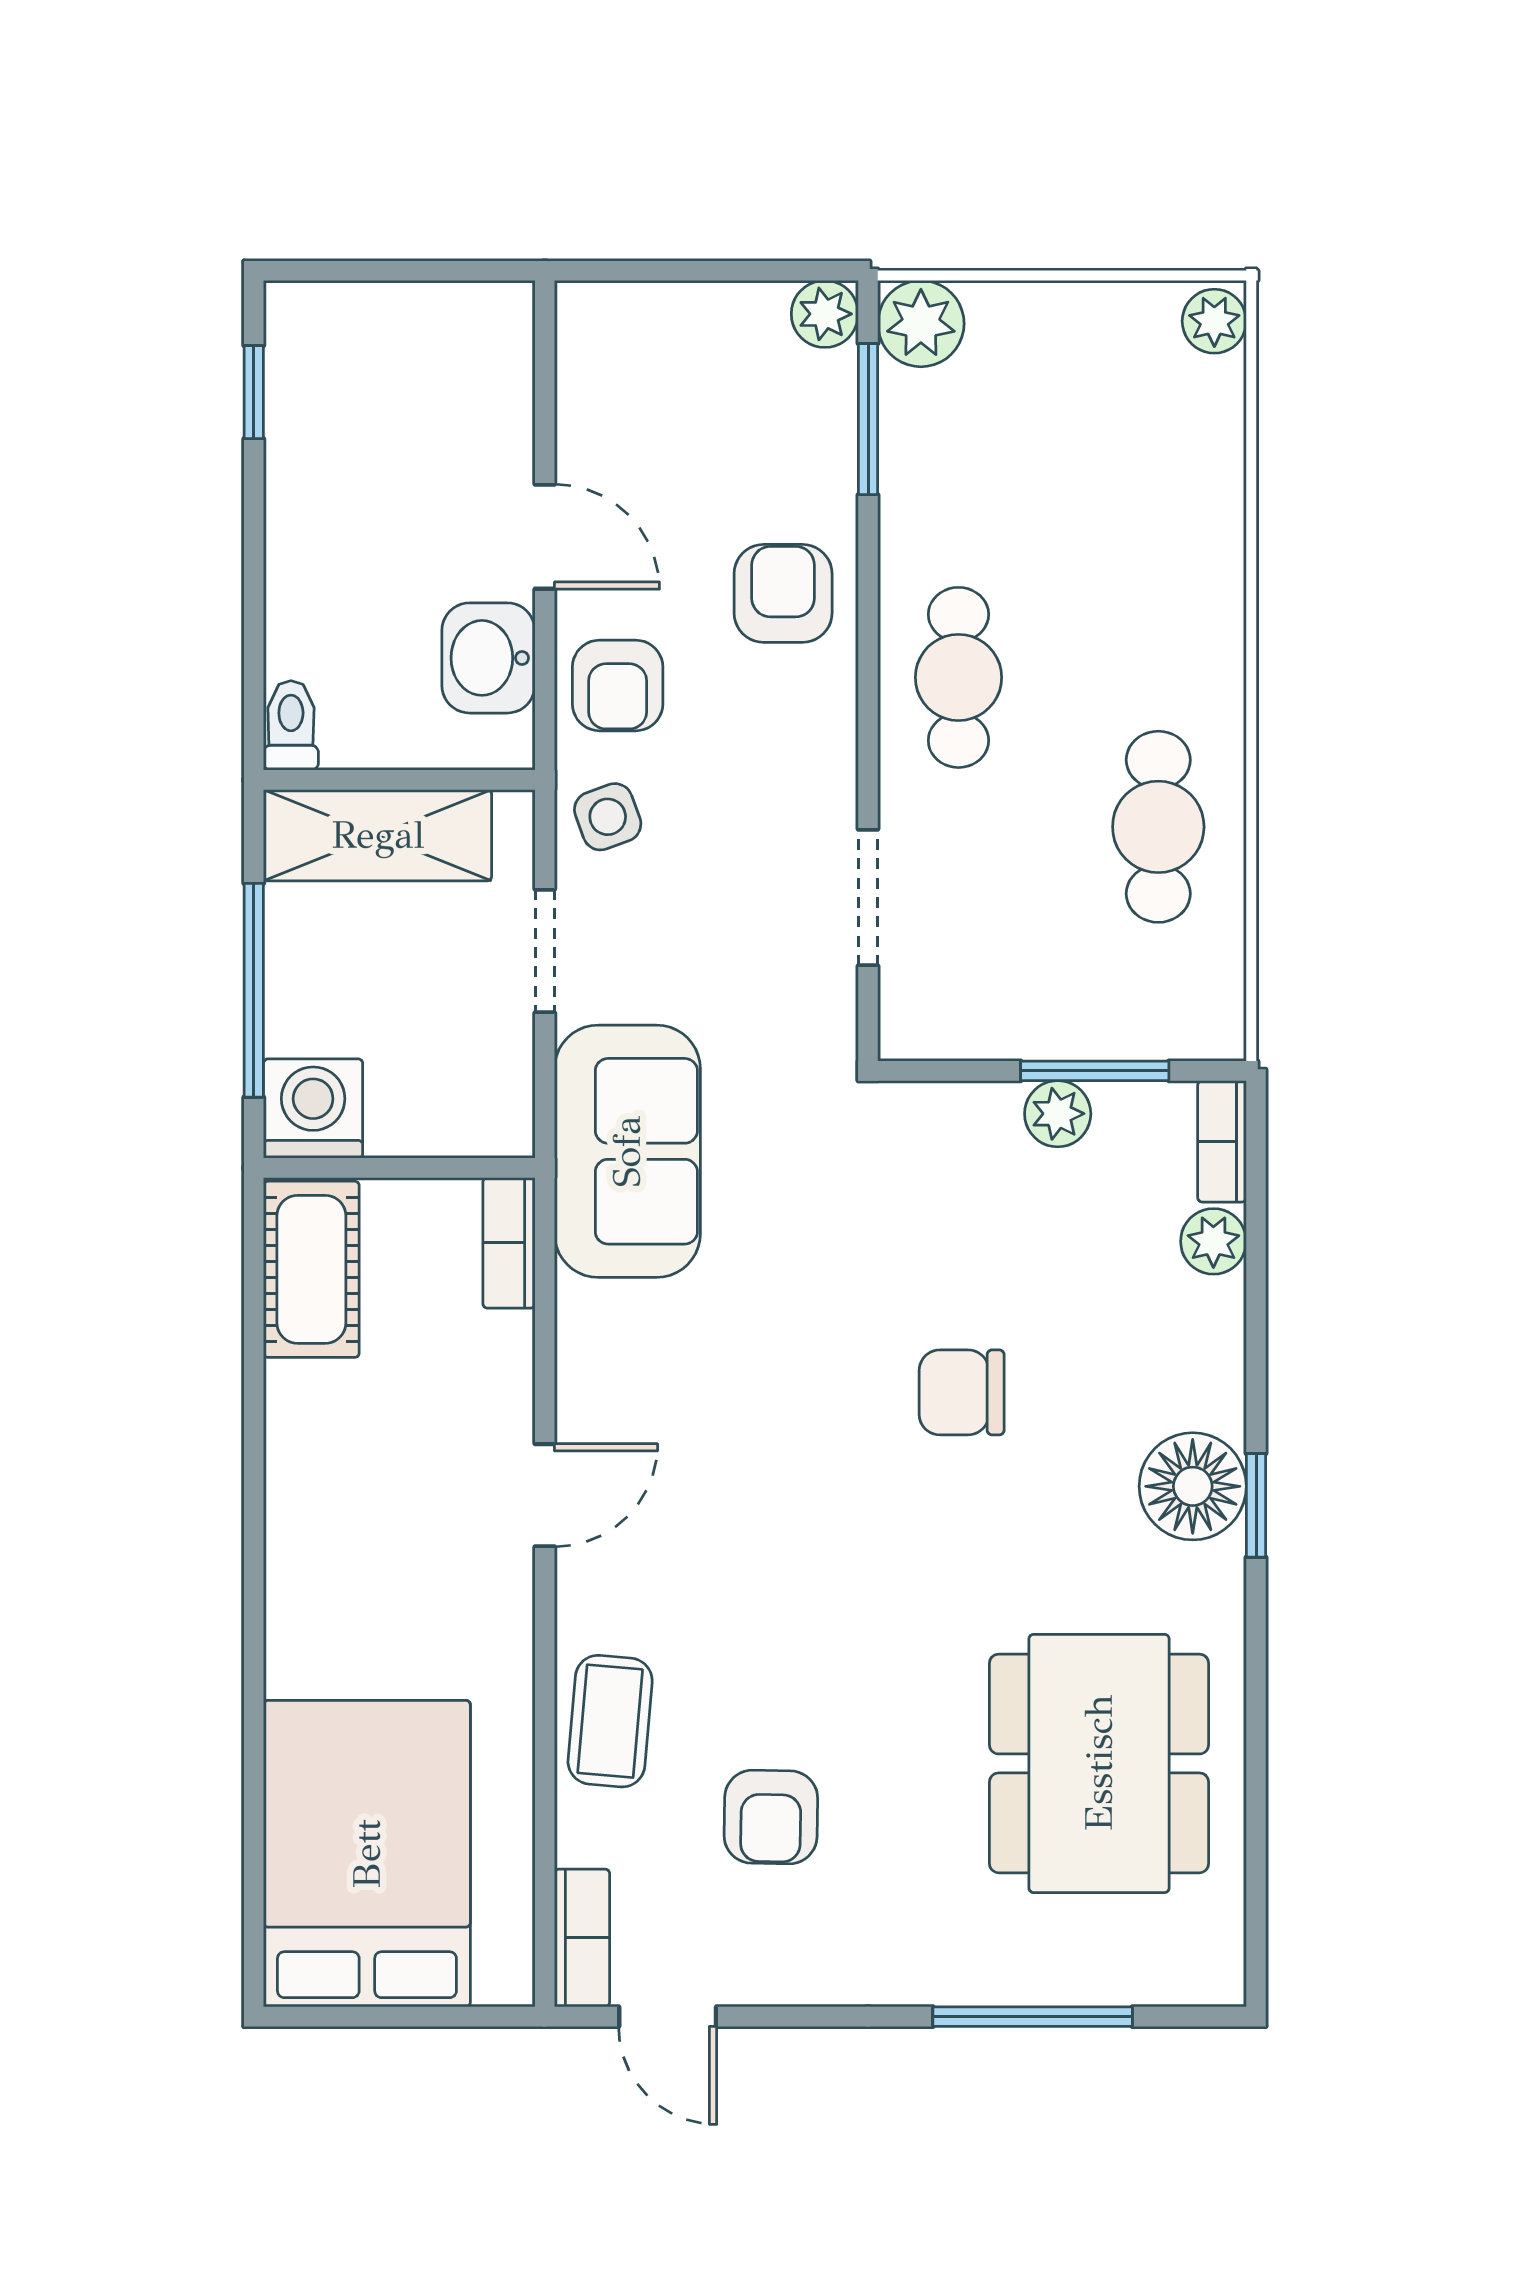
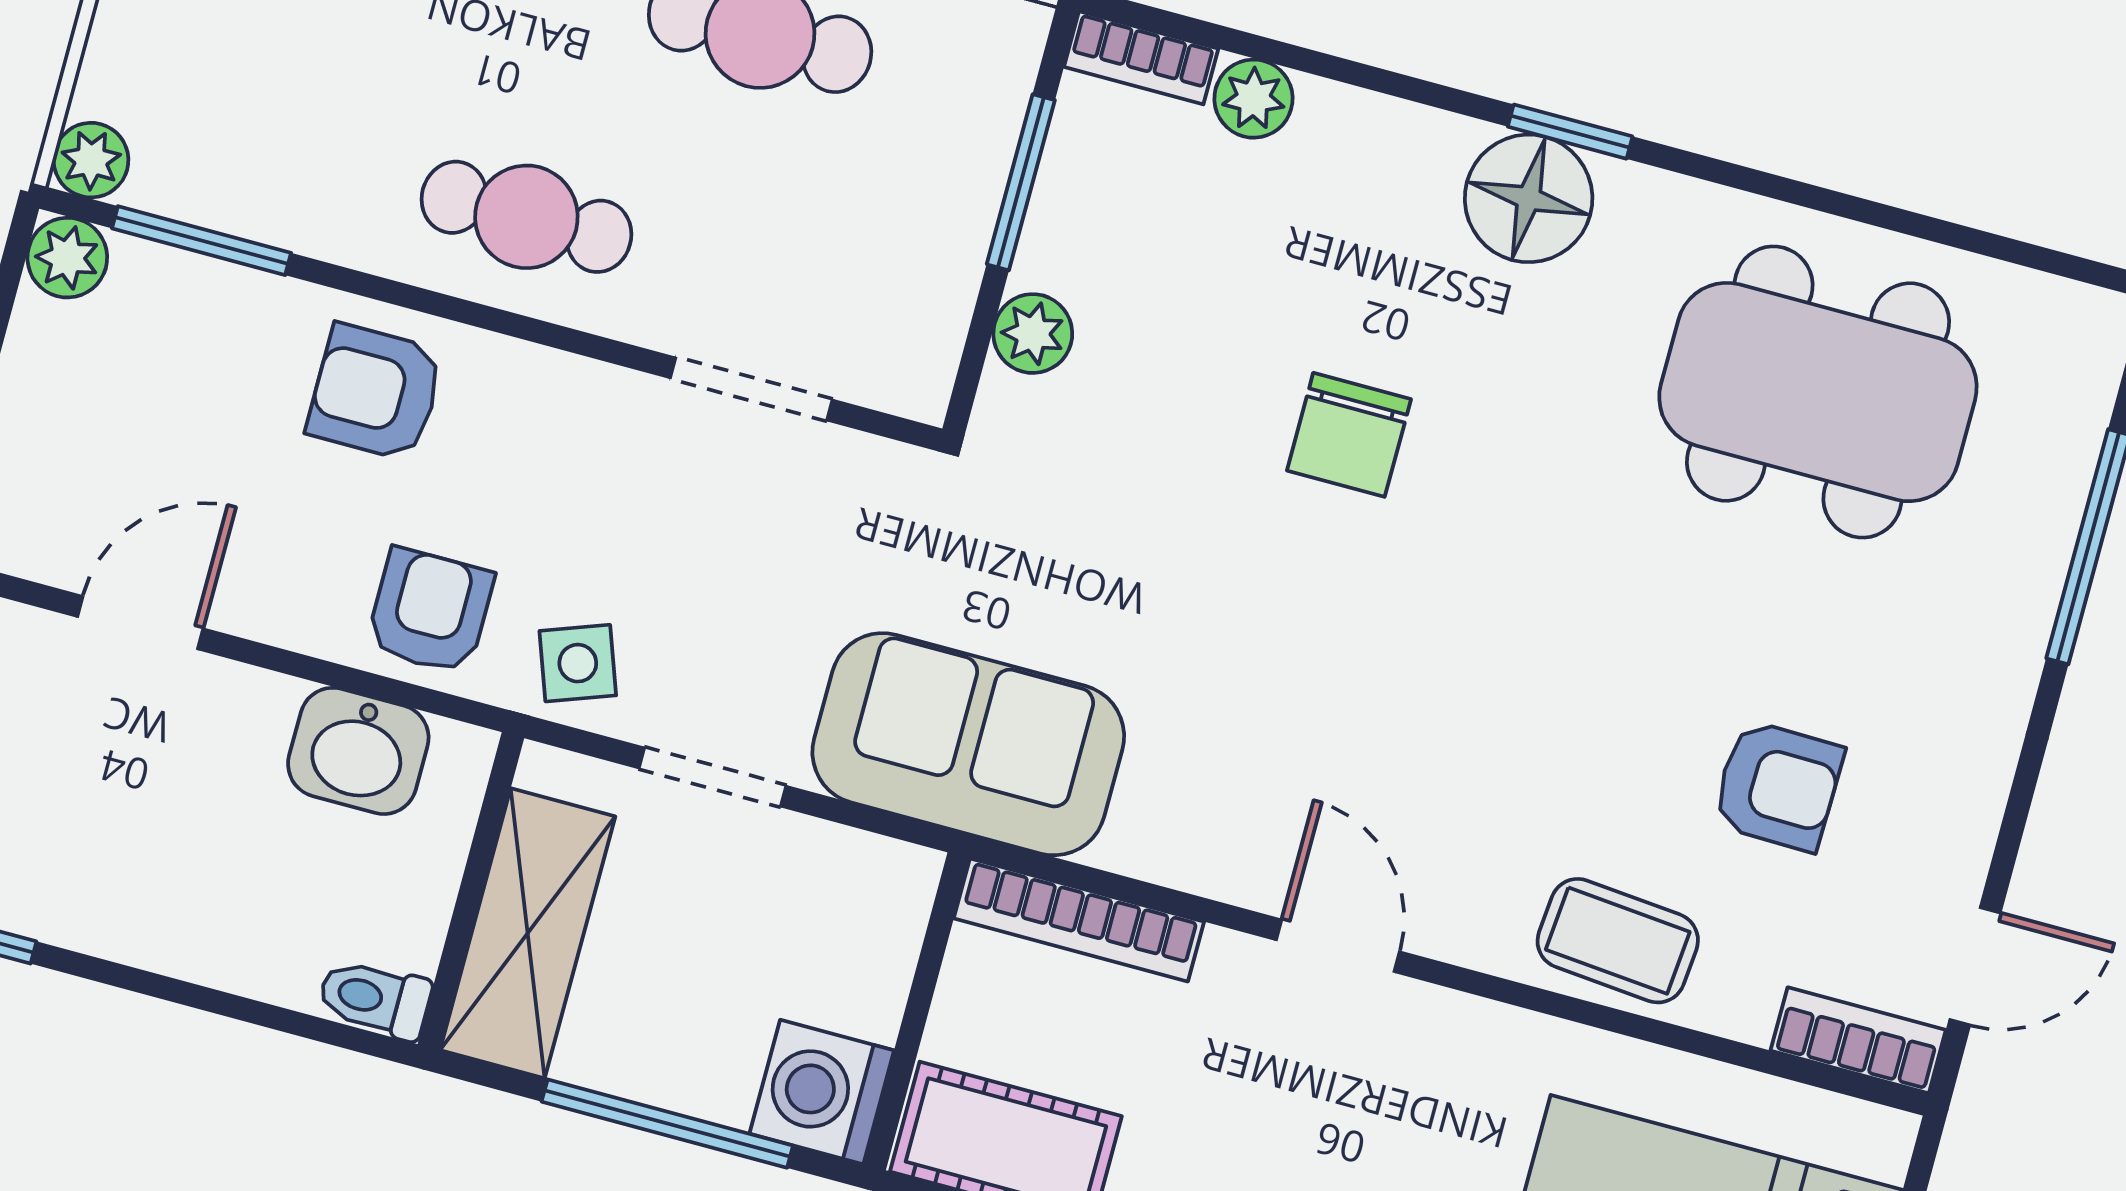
plant: (921, 324) -> (91, 160), width x0.73, depth x0.73
door: (545, 537) -> (140, 623), moved
armchair: (618, 685) -> (430, 611), turned -90
plant: (1058, 1114) -> (1033, 334), moved
bookcase: (509, 1243) -> (1079, 920), width x1.56

